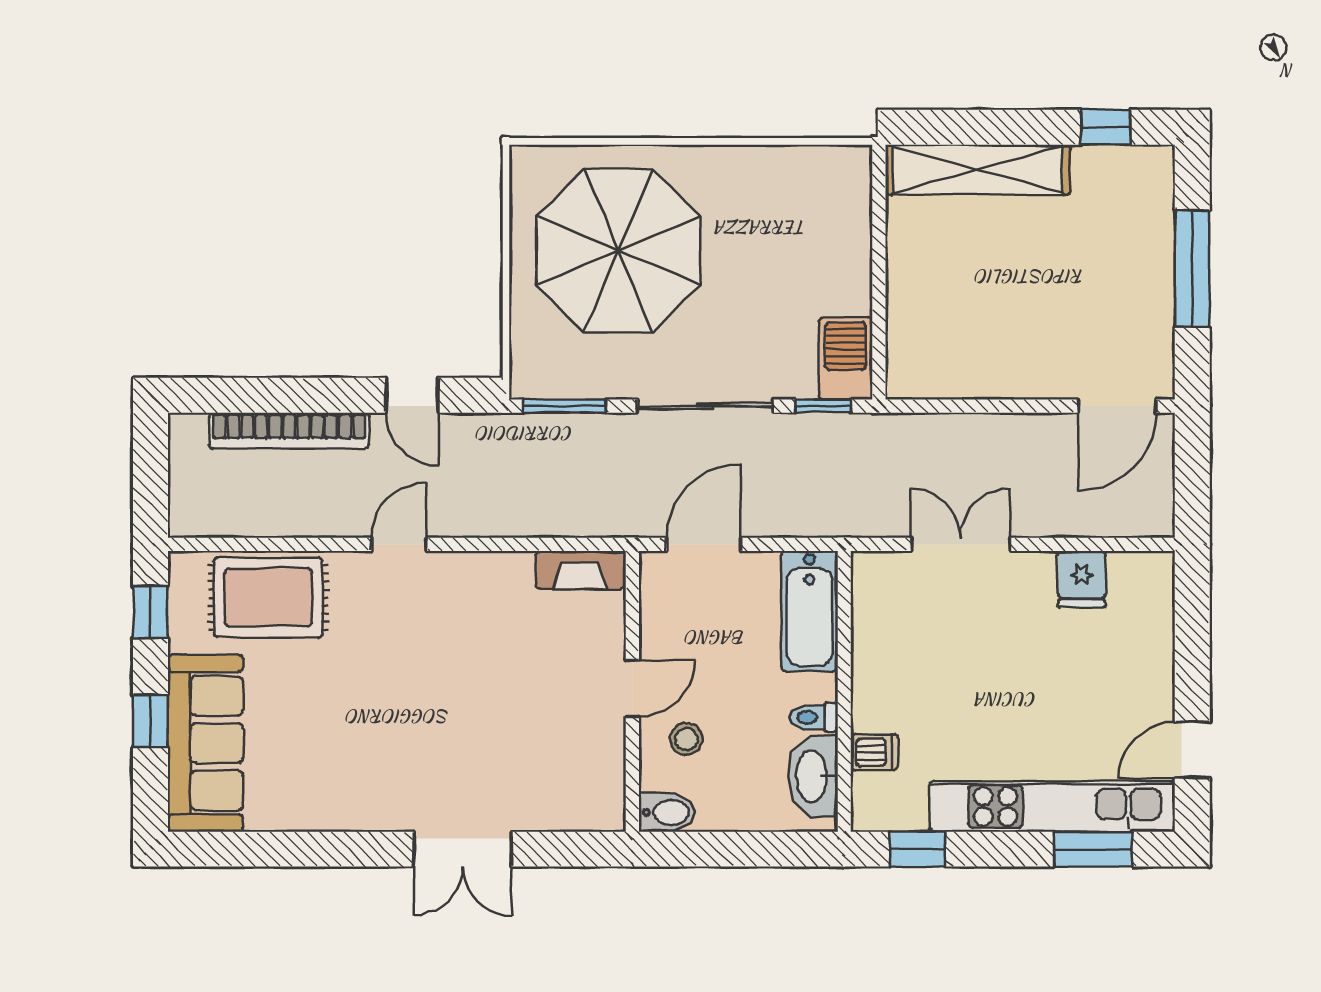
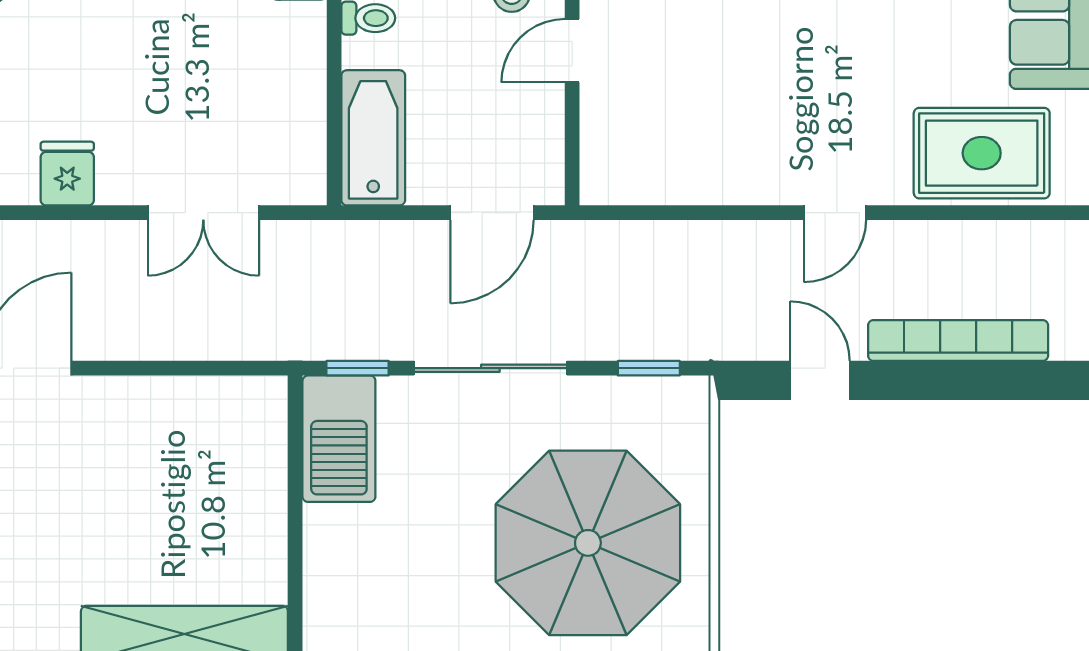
barbecue: (846, 358) -> (339, 439), width x1.37, depth x1.21
window: (564, 406) -> (649, 368), width x0.67
fireplace: (580, 570) -> (631, 184), removed

